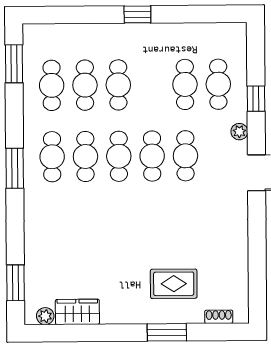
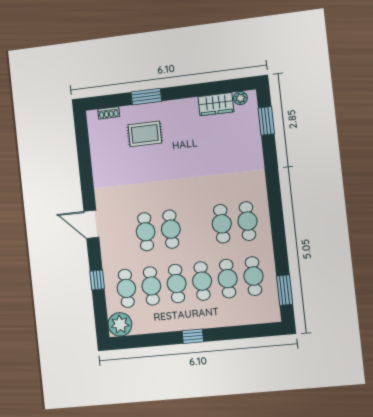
plant: (239, 132) -> (120, 324), moved, width x1.87, depth x1.87
cafe table: (119, 156) -> (177, 284), moved
window: (15, 168) -> (276, 209), removed

